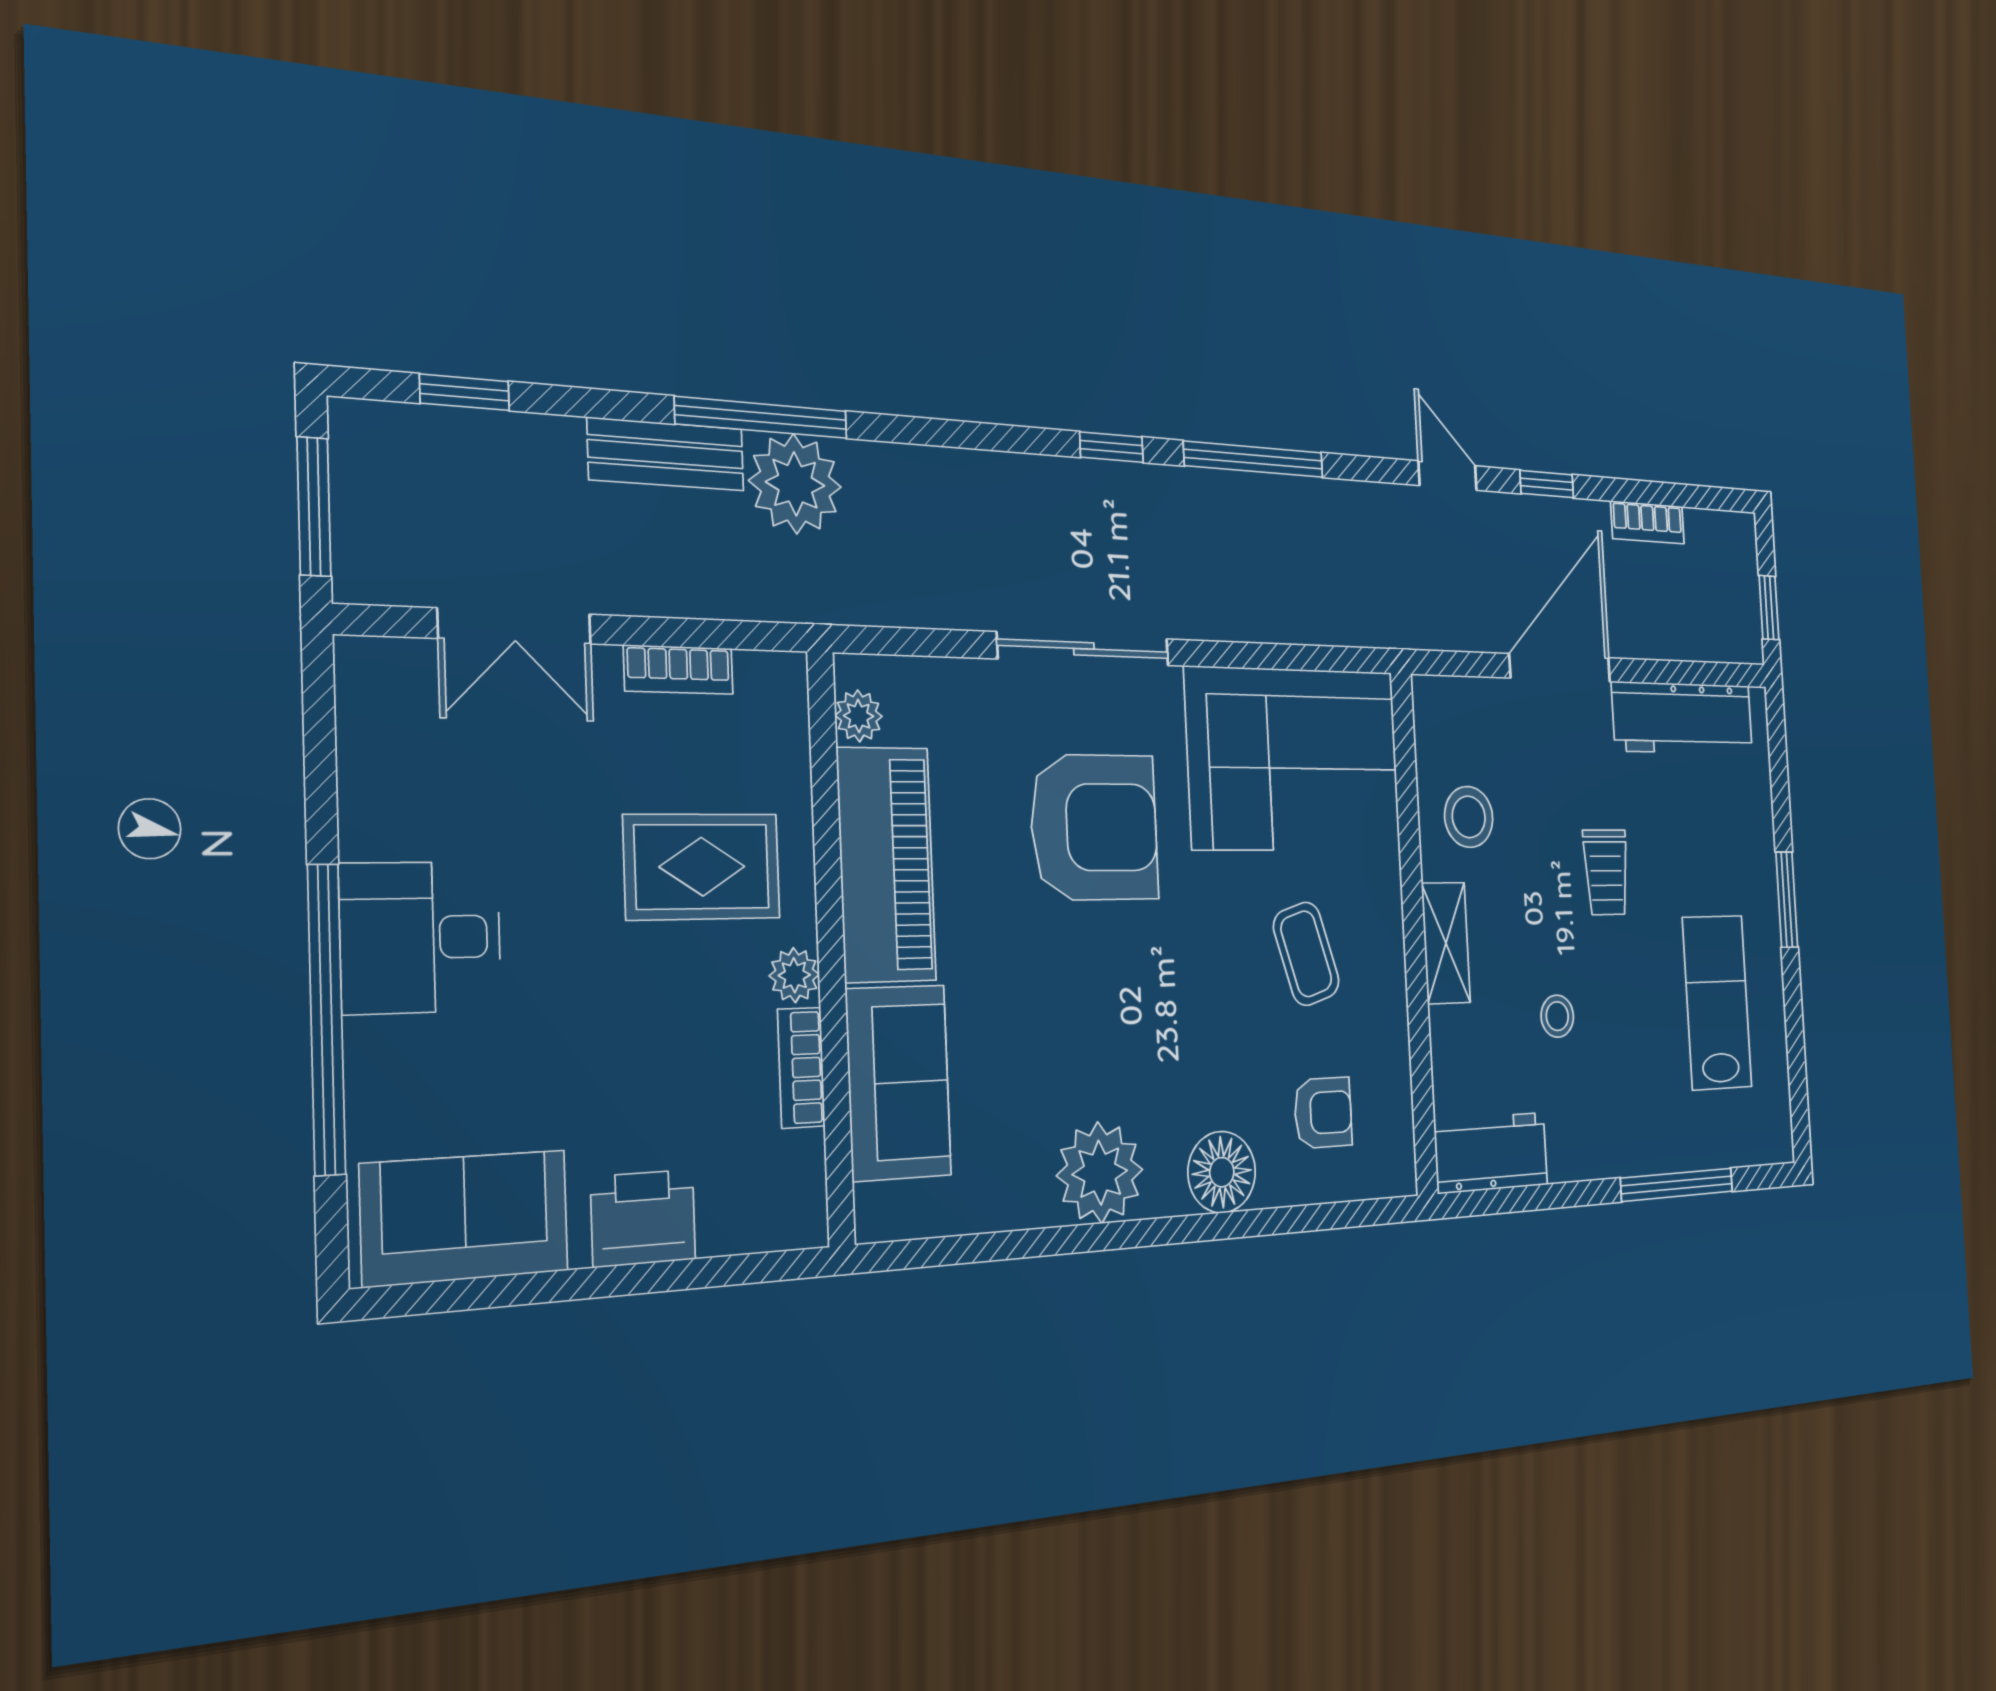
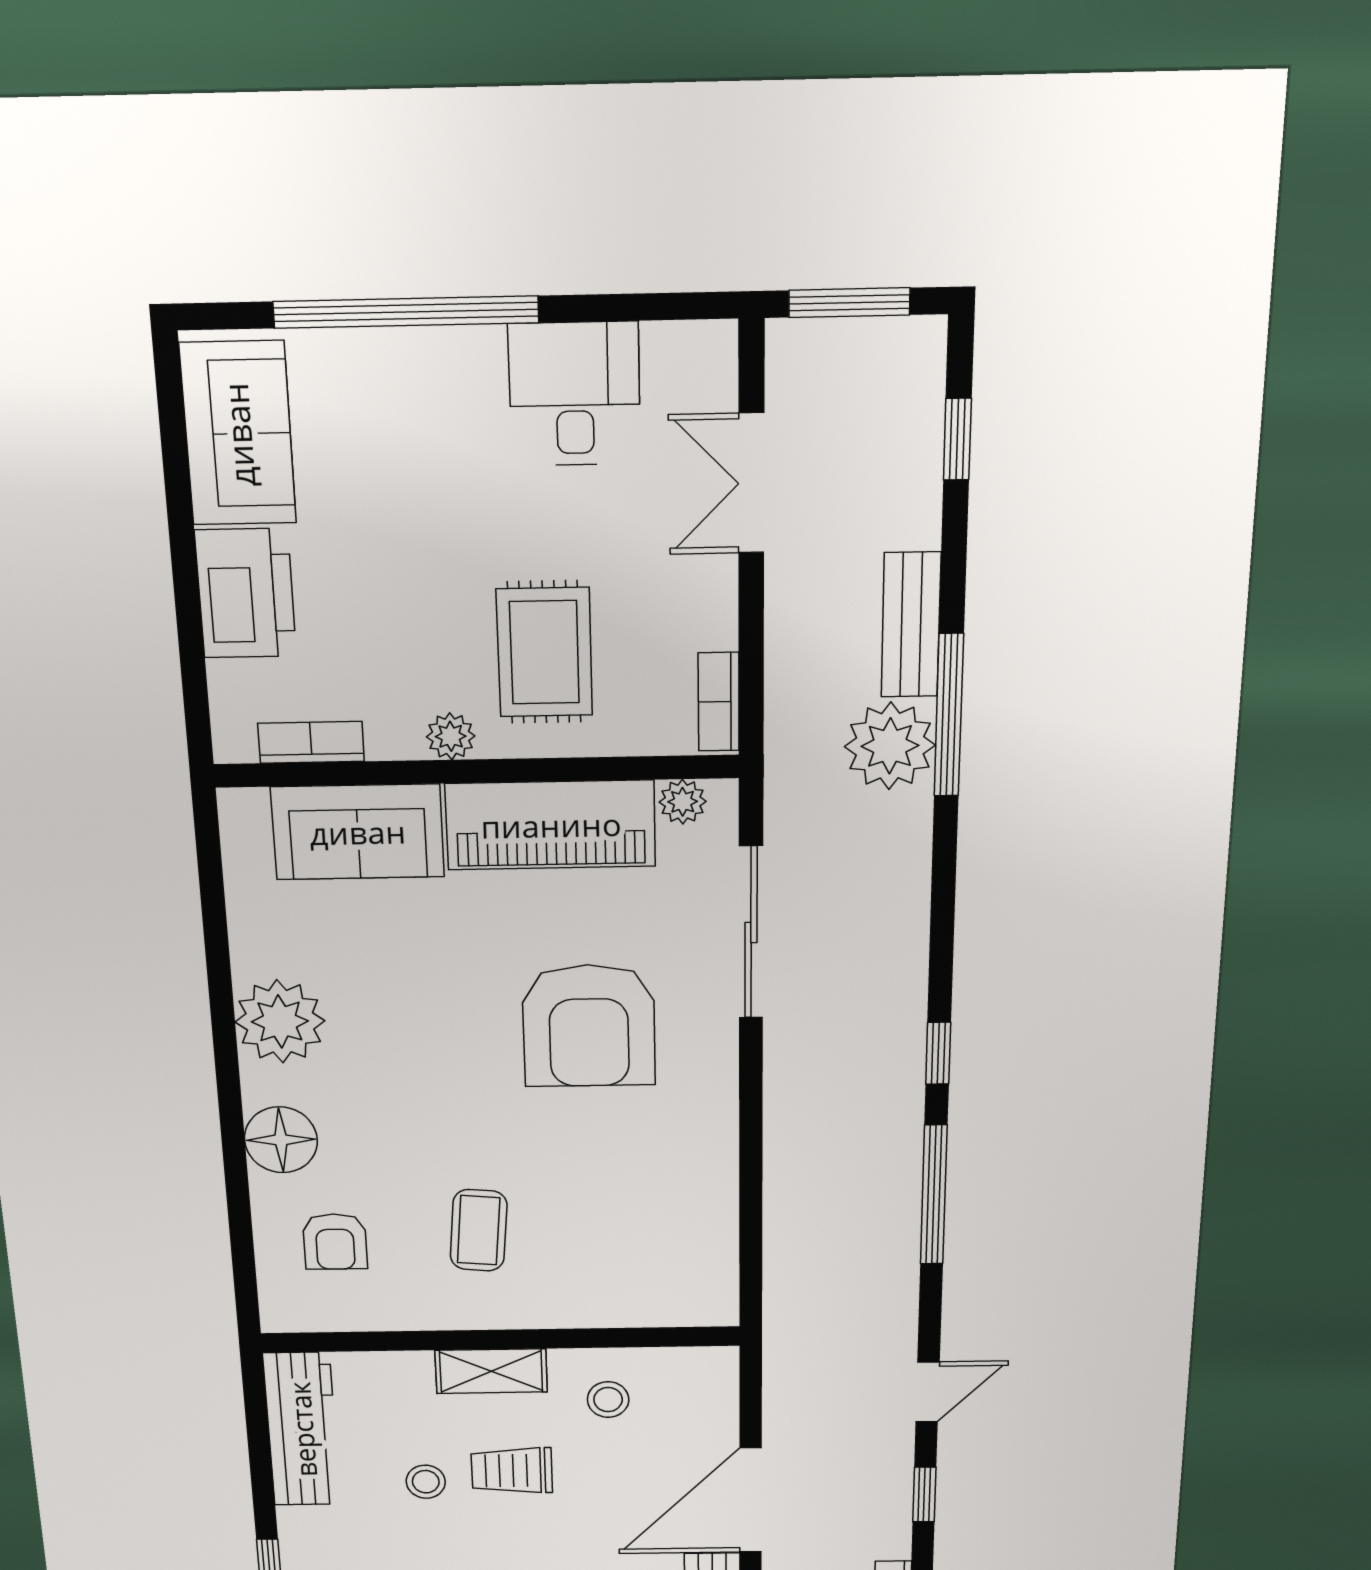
sliding door: (1084, 649) -> (751, 933), moved
door: (1560, 668) -> (751, 1500), swing flipped
bookcase: (678, 670) -> (719, 702), moved
corner sofa: (1294, 759) -> (656, 1225), removed
stool: (1469, 817) -> (608, 1400), width x0.73, depth x0.73
trolley: (1606, 872) -> (512, 1471), moved
desk: (421, 937) -> (575, 394), moved
coffee table: (1306, 954) -> (479, 1230), turned -68
bookcase: (801, 1068) -> (311, 742), moved
workbench: (1491, 1153) -> (302, 1429), width x1.38
printer: (643, 1218) -> (246, 593), width x1.37, depth x1.19

